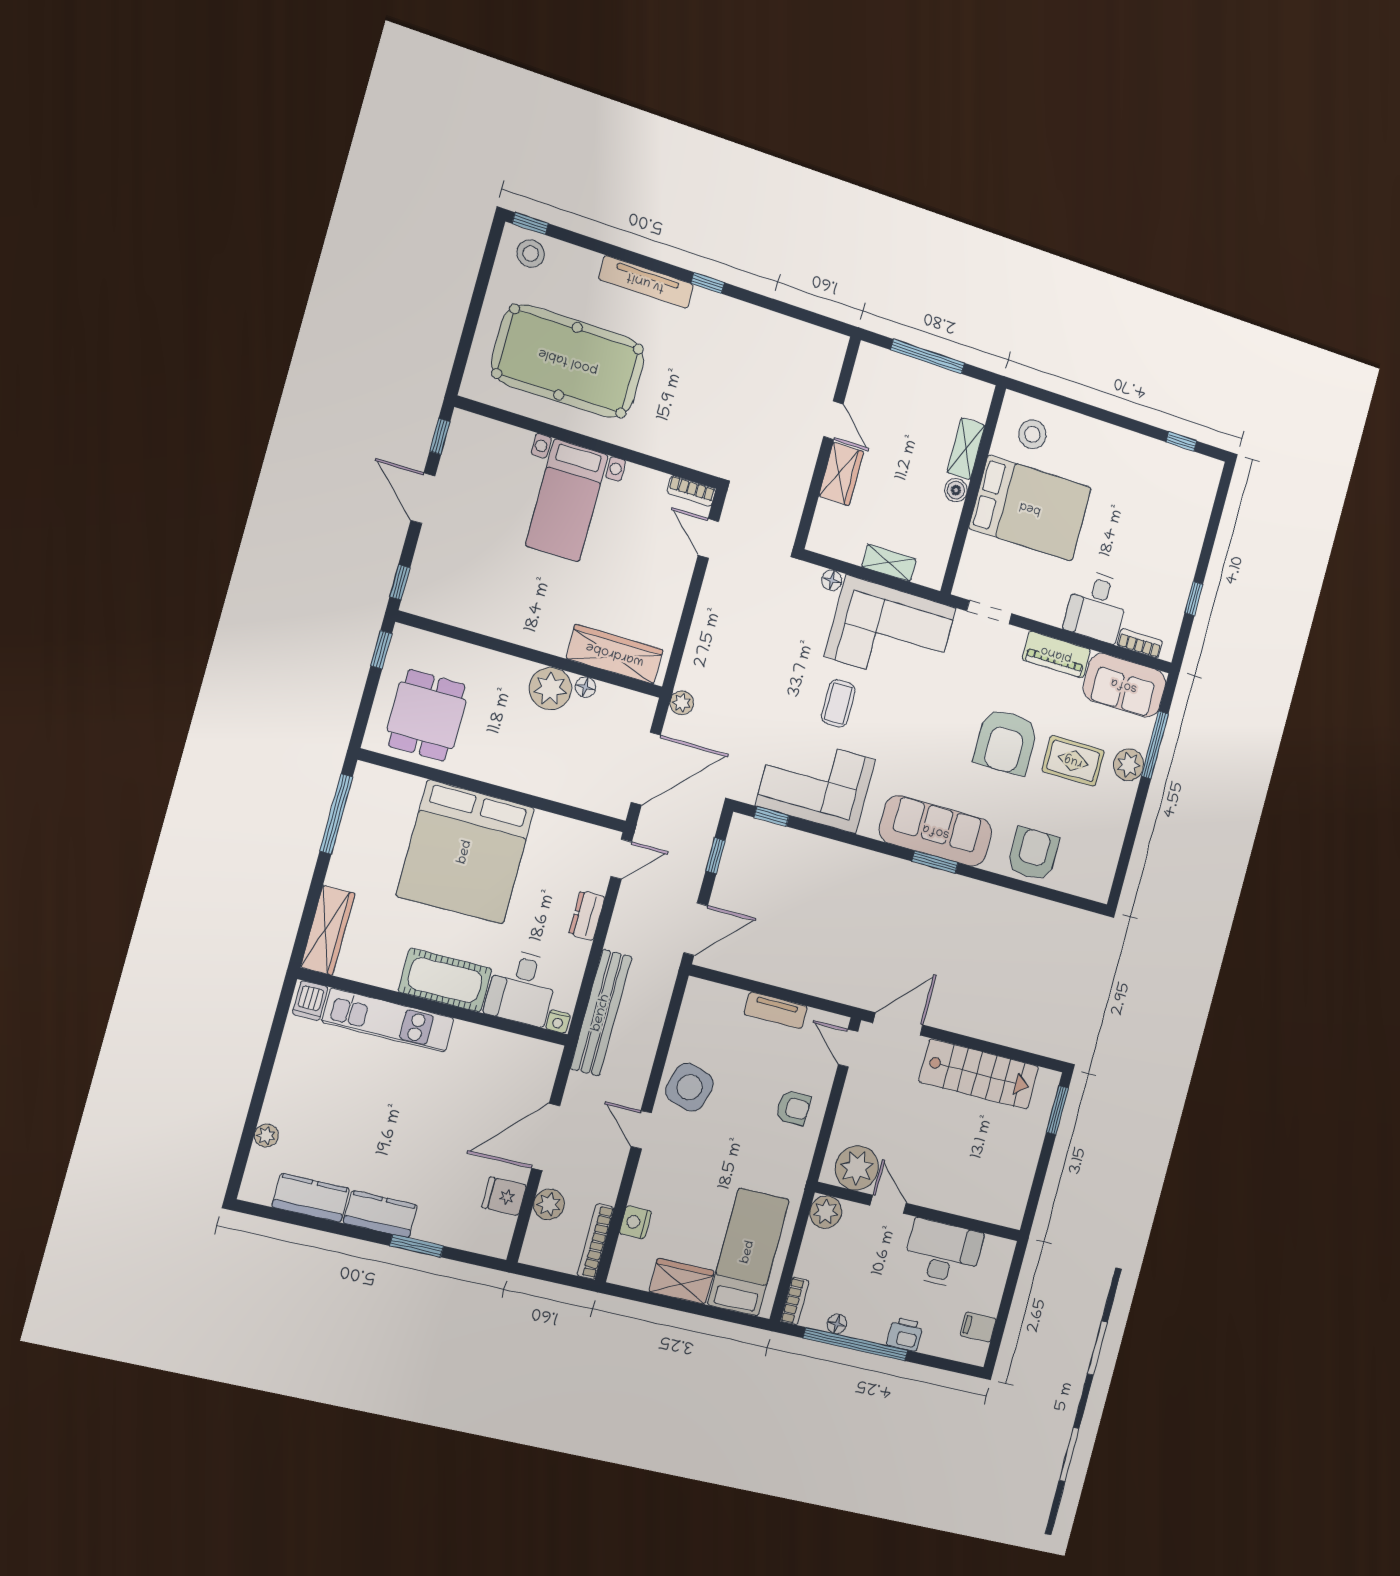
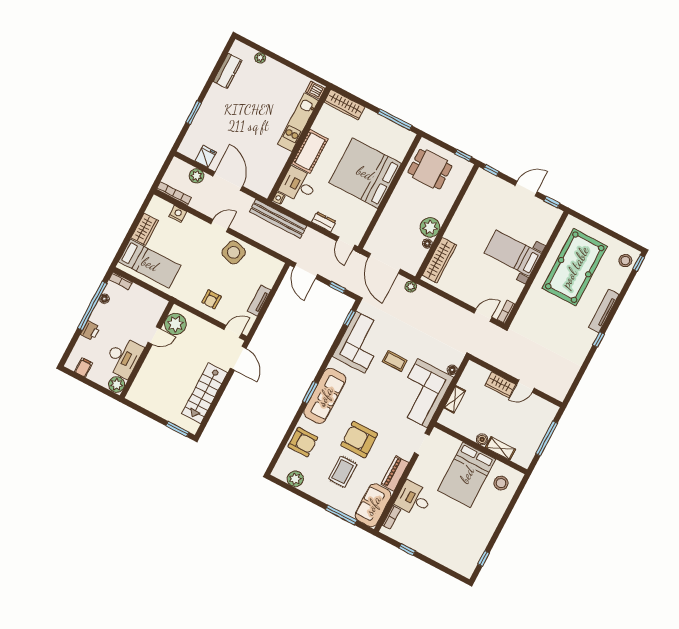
plant: (1129, 765) -> (295, 479), moved
plant: (826, 1212) -> (117, 385), moved
kitchen counter: (380, 1214) -> (212, 100), removed

